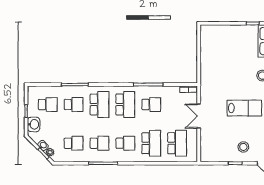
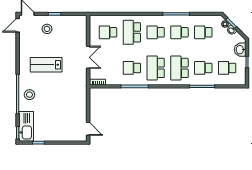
door: (199, 38) -> (88, 129), added
school desk: (177, 143) -> (108, 32), width x0.54

